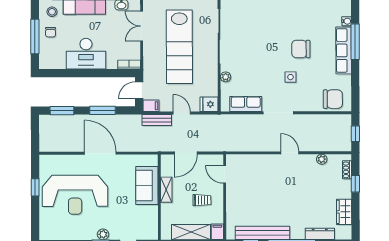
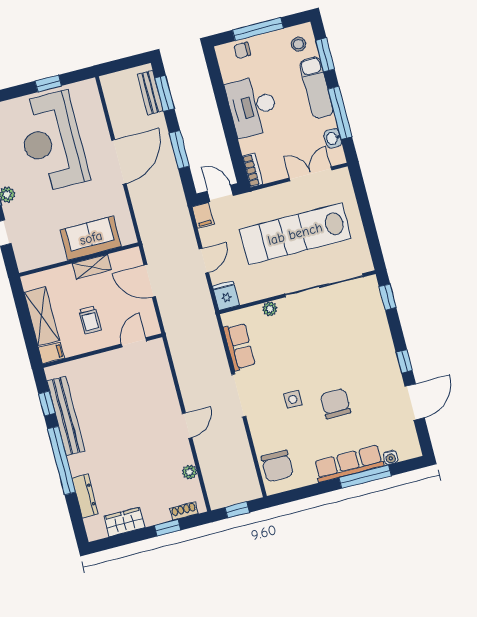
chair: (51, 32) -> (242, 50), moved
bench: (157, 120) -> (150, 93), moved

